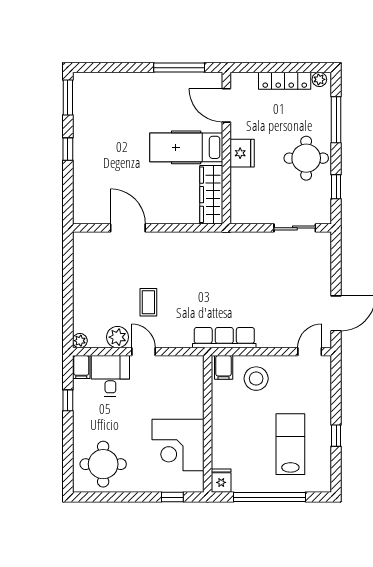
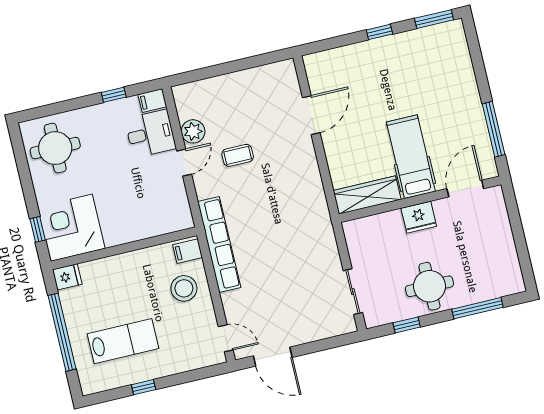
plant: (319, 79) -> (516, 281), removed
locker: (285, 81) -> (506, 244), removed
row of seats: (224, 338) -> (219, 244), width x1.36
plant: (80, 341) -> (180, 92), removed
corner desk: (178, 445) -> (71, 228), moved

